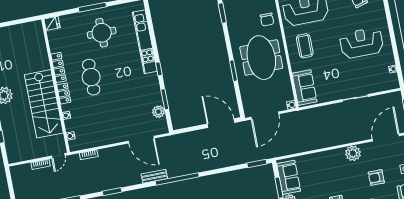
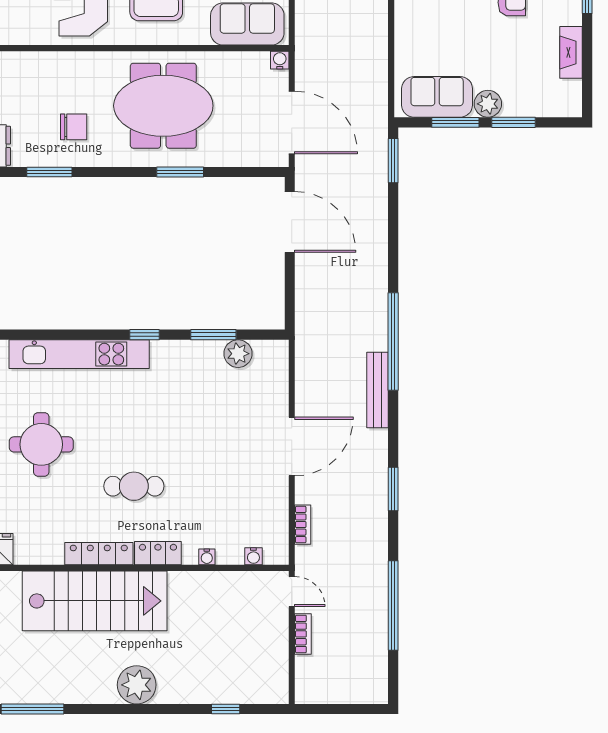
chair: (267, 20) -> (74, 127), moved
cafe table: (91, 77) -> (134, 486), width x0.73, depth x0.74
stairs: (44, 104) -> (95, 601), moved
door: (221, 123) -> (290, 222), swing flipped
door: (141, 140) -> (292, 446), moved
bench: (154, 176) -> (378, 390), width x1.36

